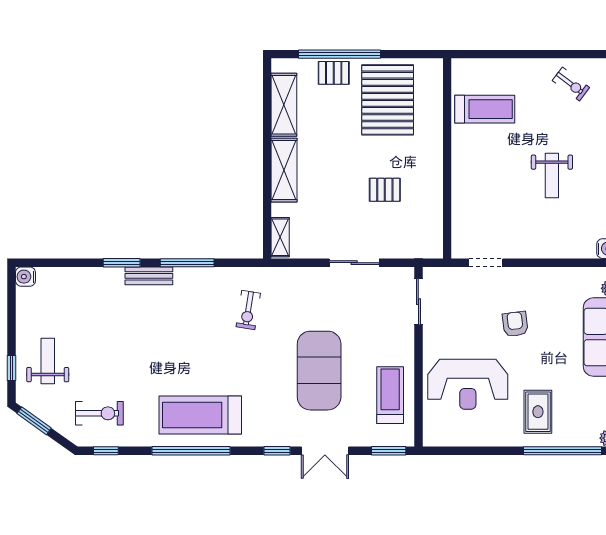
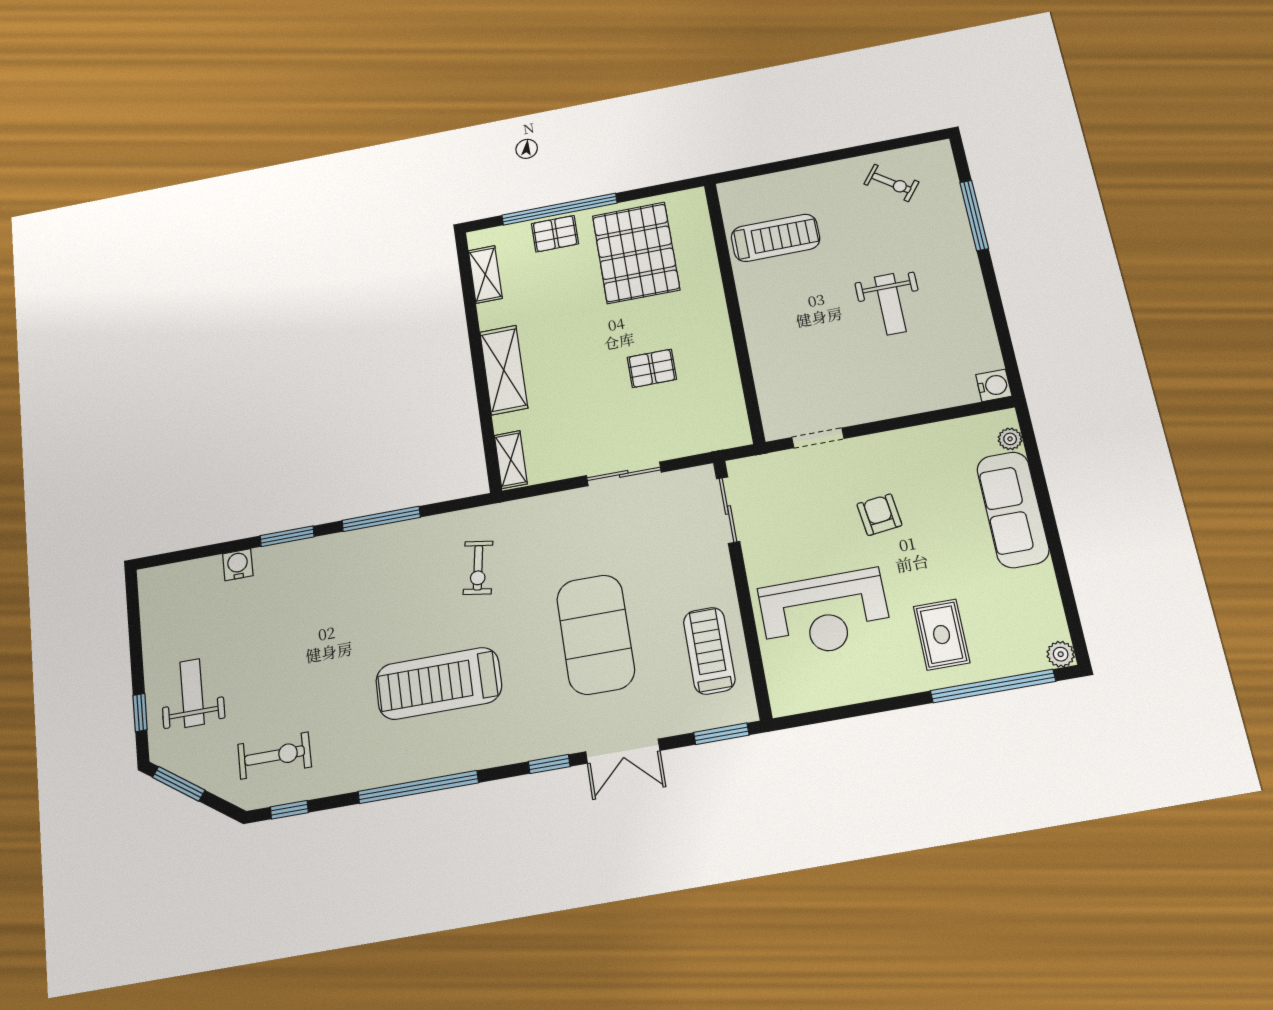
shelving: (284, 105) -> (485, 274), width x0.67, depth x0.75
bench: (149, 276) -> (328, 547), removed
water cooler: (25, 277) -> (238, 565), moved, turned 90
treadmill: (200, 415) -> (439, 683), moved

